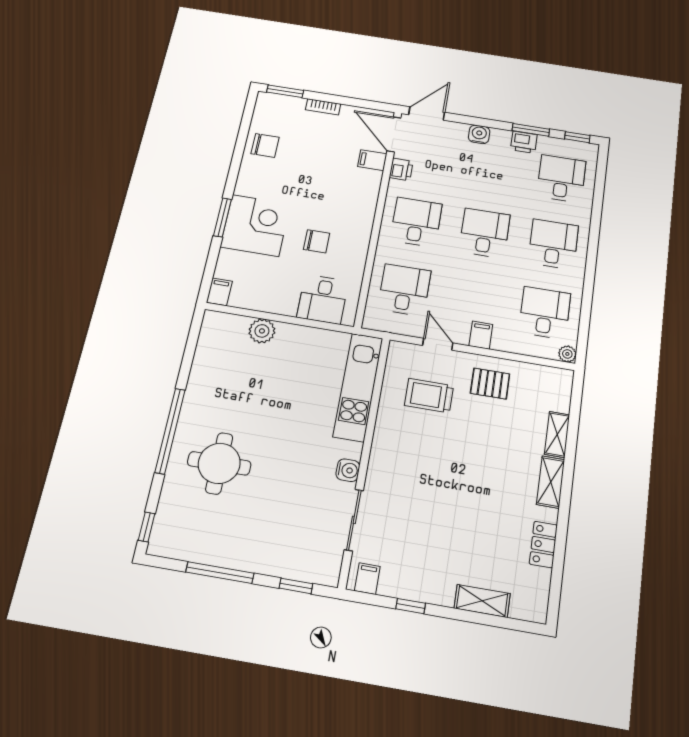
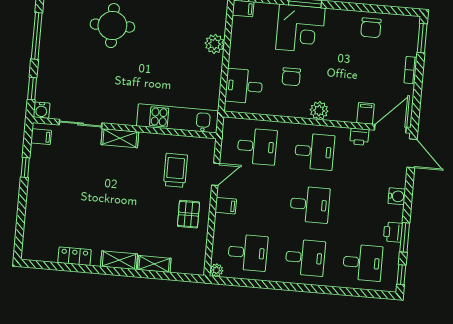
plant: (364, 213) -> (319, 111), added
water cooler: (348, 470) -> (41, 110), moved
shelving: (482, 601) -> (120, 138), moved, turned 90

